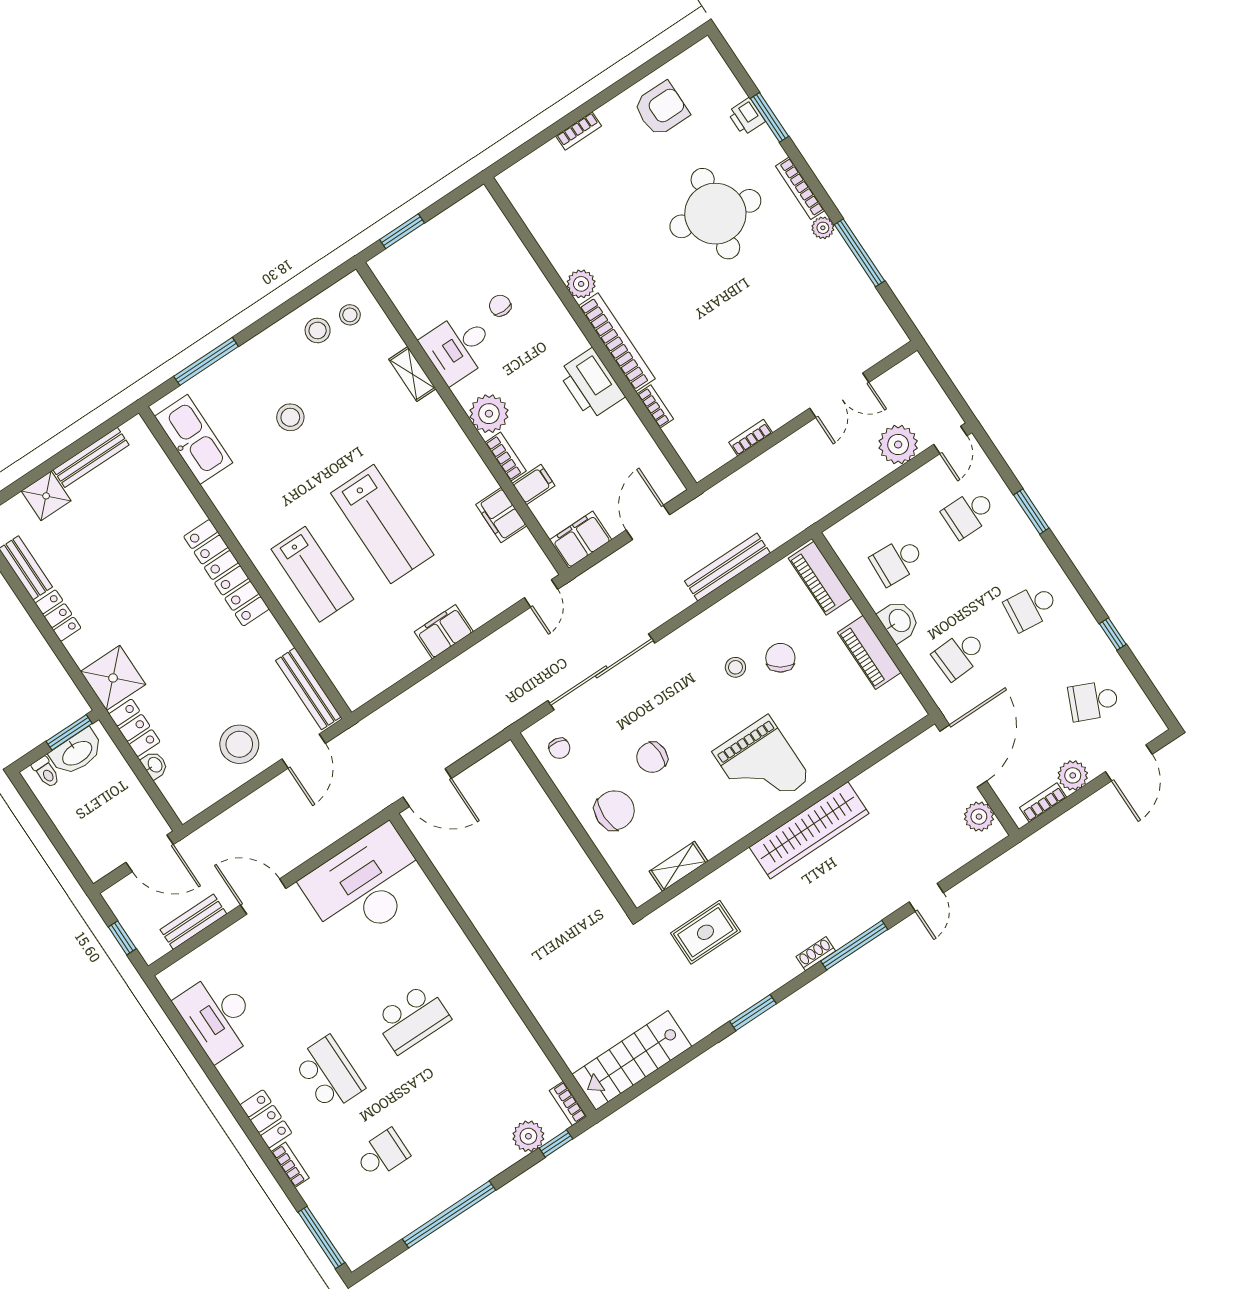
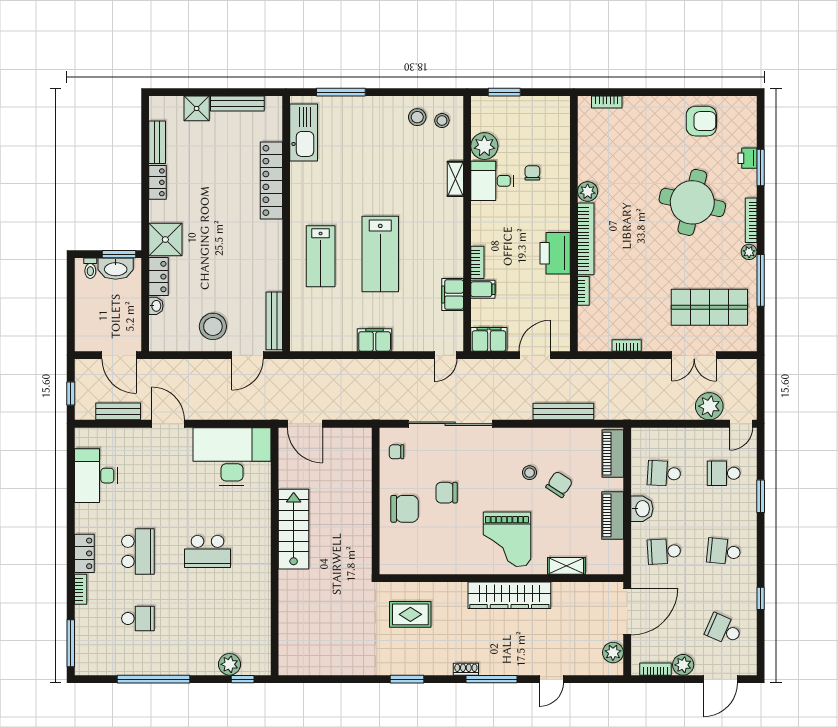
bookcase: (579, 131) -> (607, 102), moved
shop shelf: (819, 326) -> (709, 307), added
plant: (489, 414) -> (484, 146), moved
stool: (290, 417) -> (368, 157), removed
locker: (226, 573) -> (271, 180), moved
chair: (559, 748) -> (397, 452), turned 80
shelving: (678, 866) -> (566, 566), moved
stairs: (632, 1060) -> (294, 529), moved, turned 90
bookcase: (568, 1103) -> (265, 661), removed

